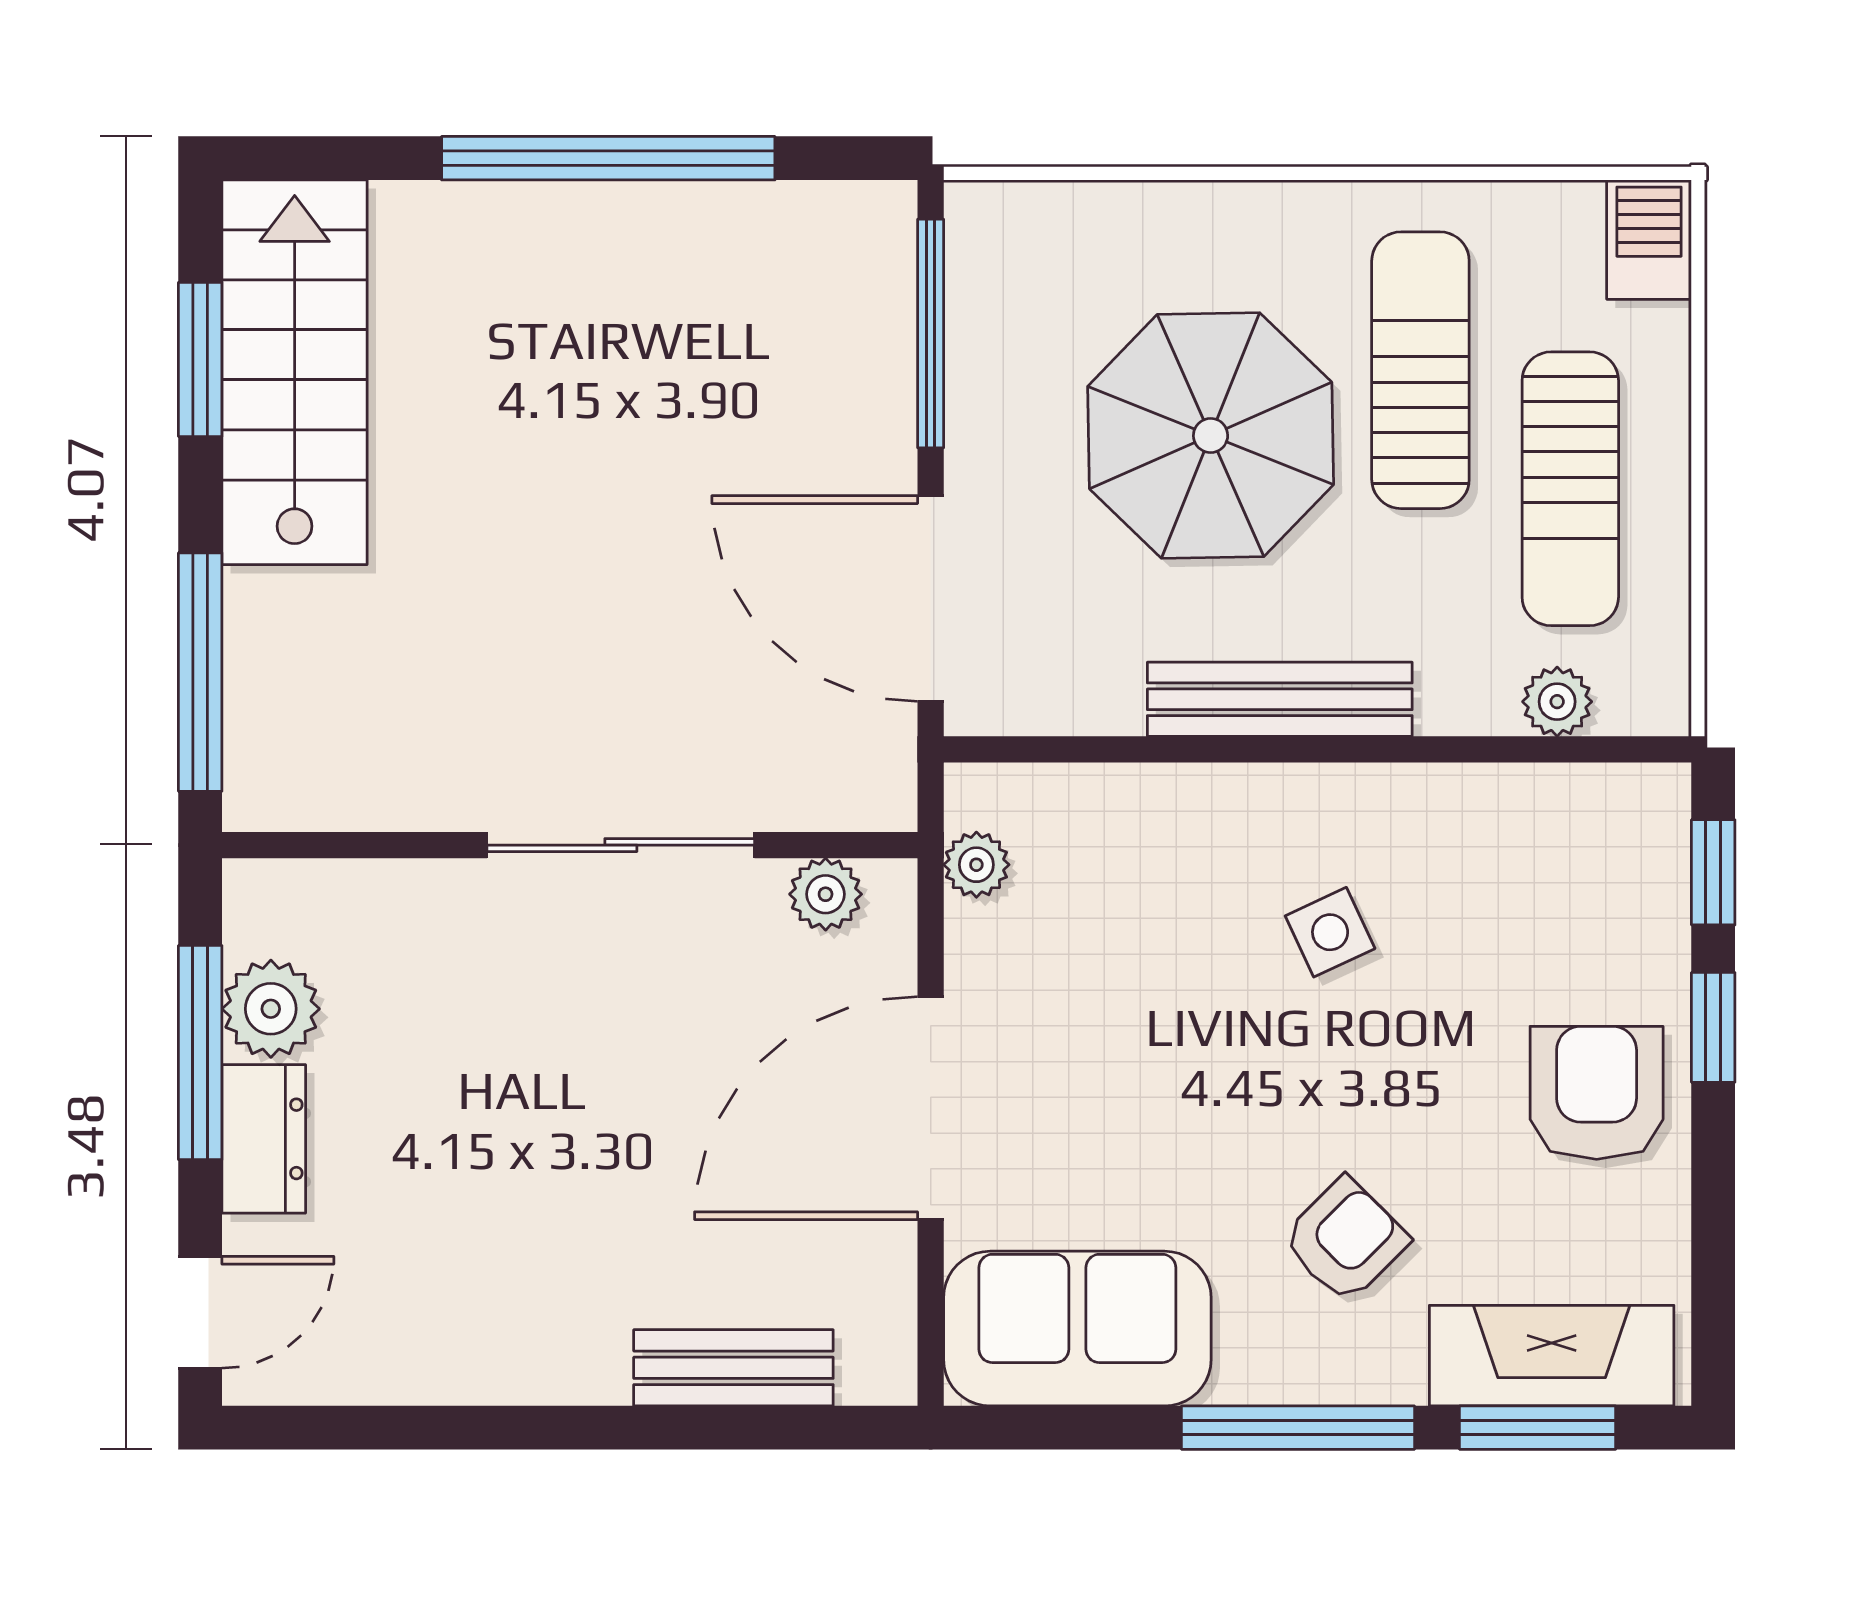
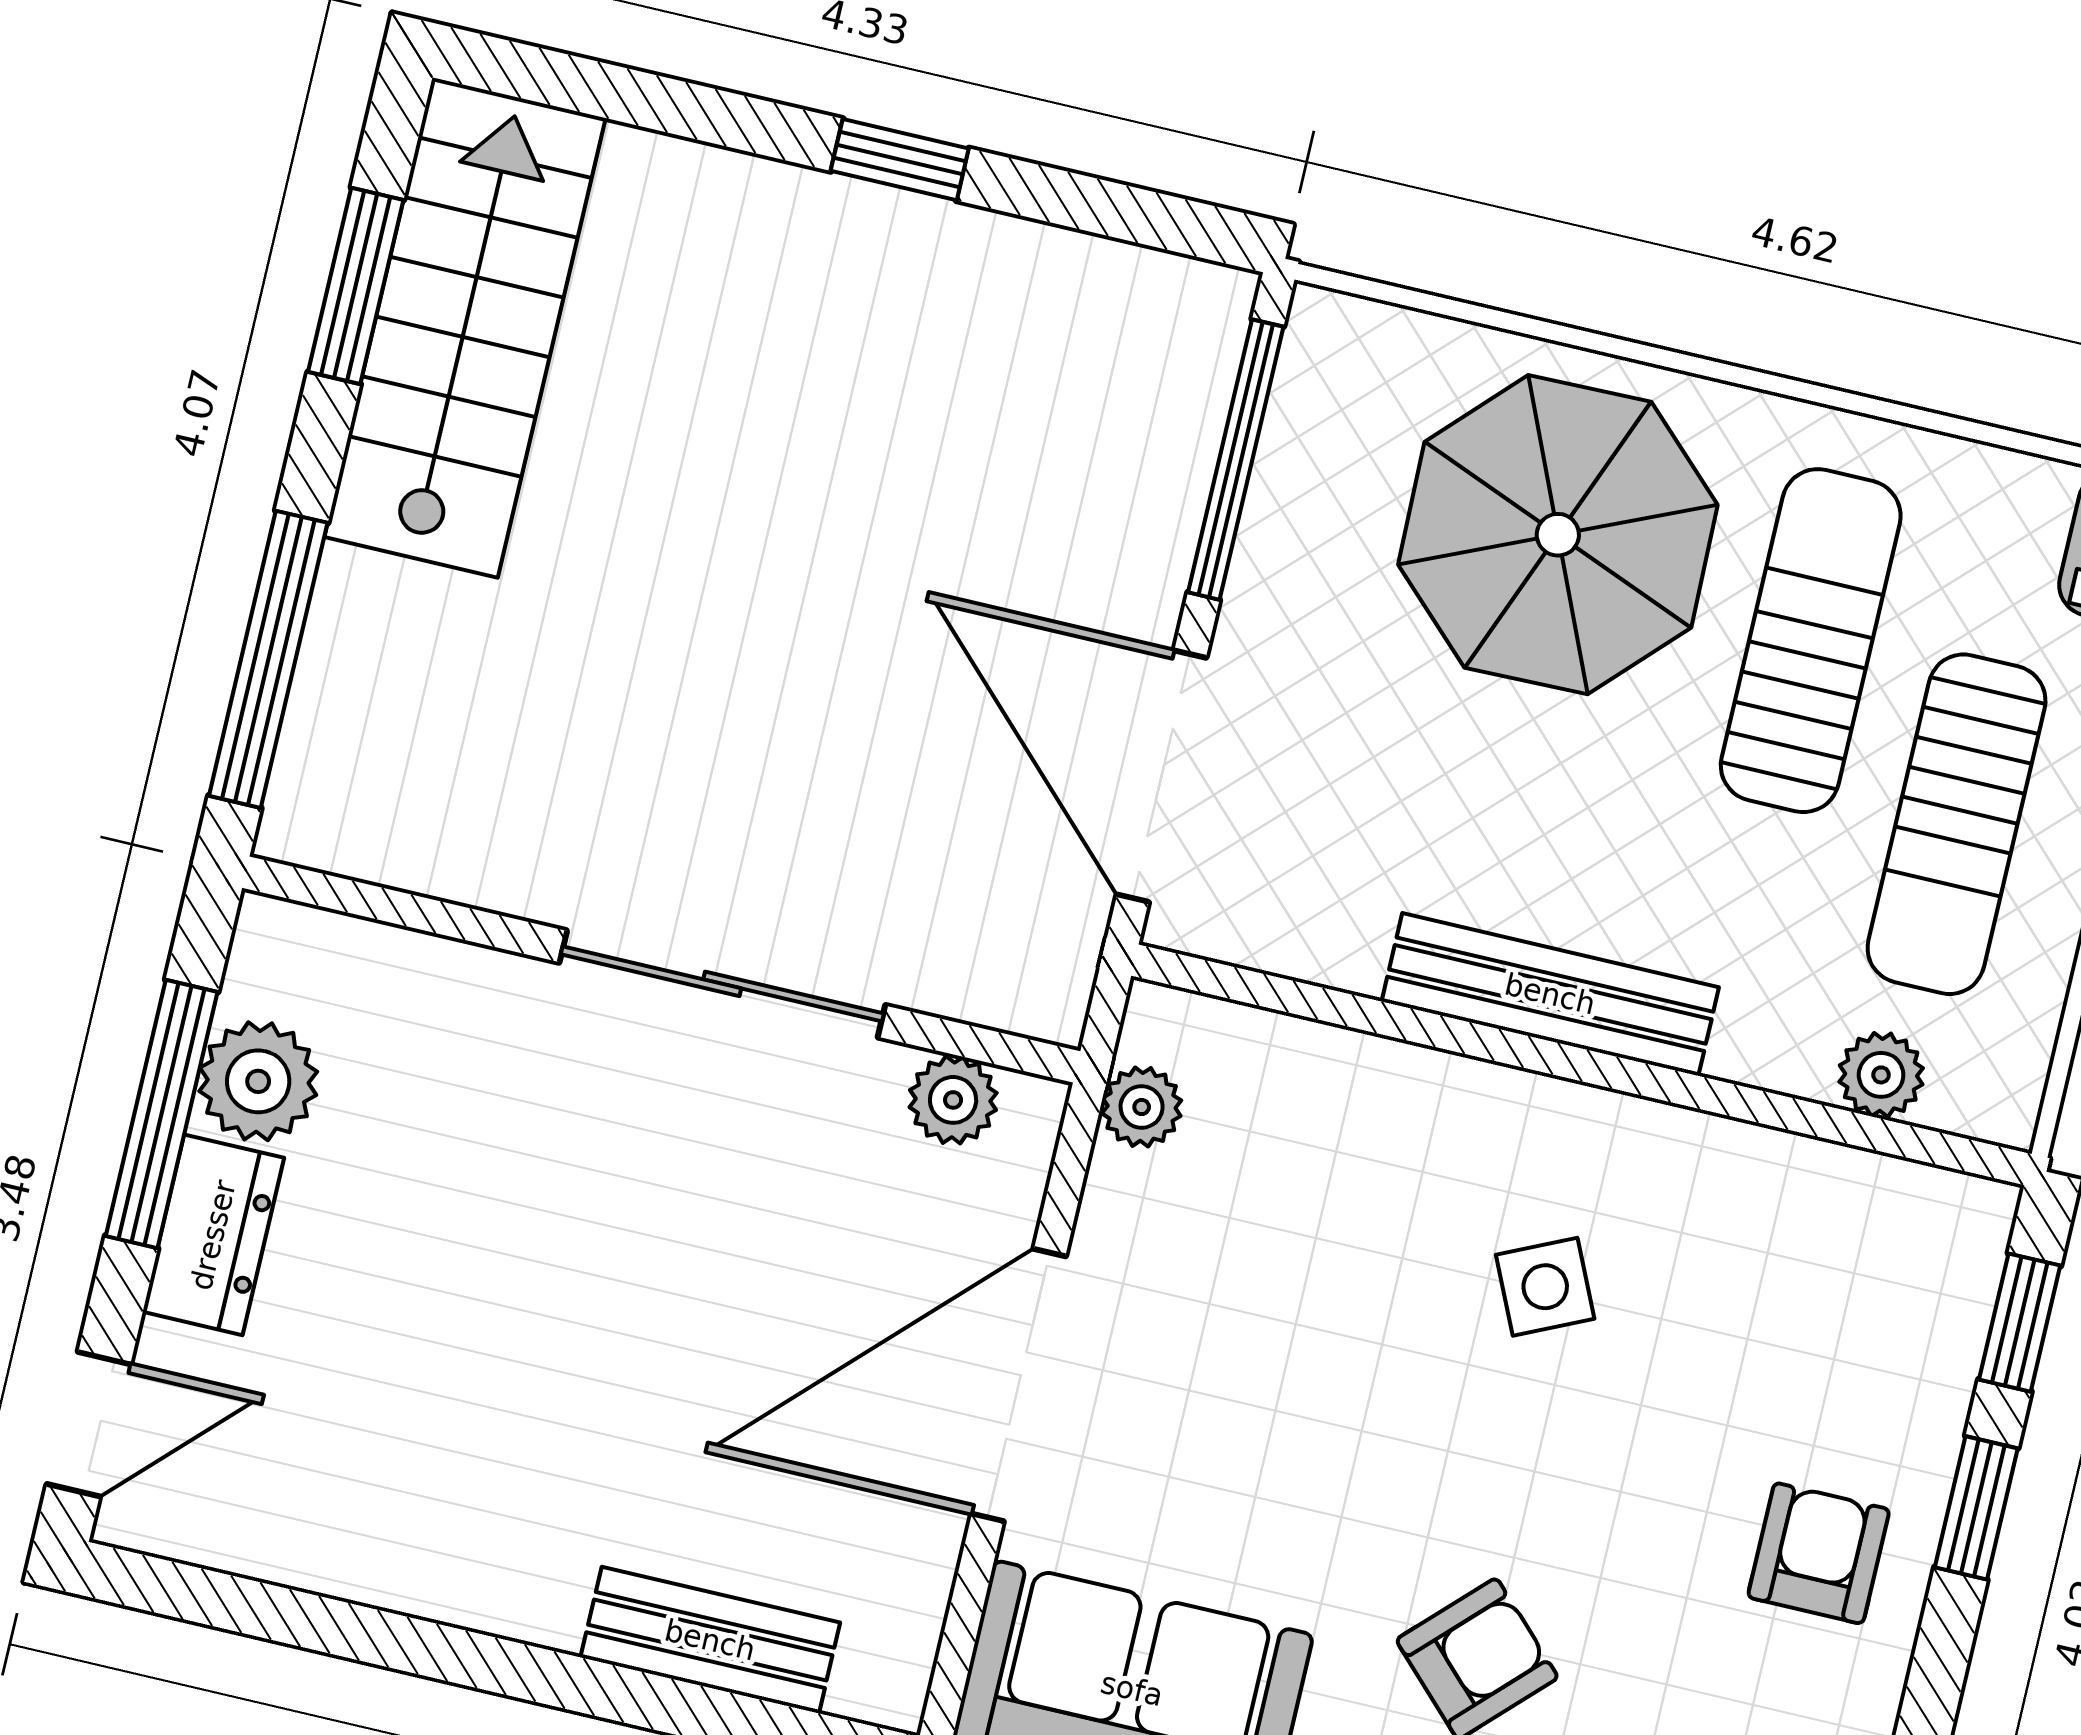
window: (608, 158) -> (900, 160), width x0.32
parasol: (1211, 435) -> (1558, 535), moved
armchair: (1597, 1093) -> (1819, 1553), width x0.72, depth x0.72

